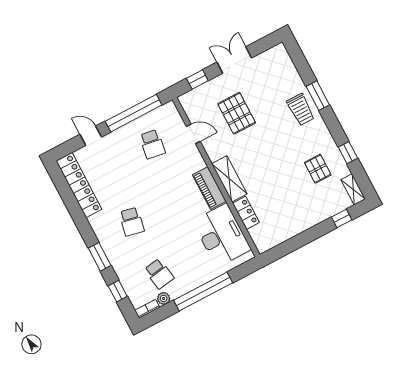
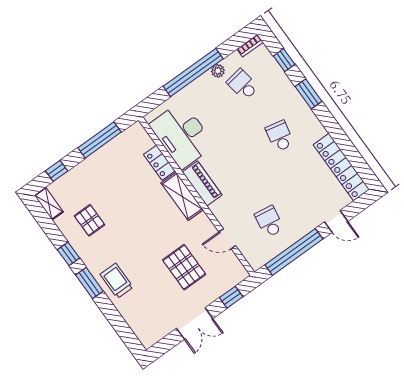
window: (318, 96) -> (89, 283), moved
window: (348, 153) -> (68, 254), moved
window: (298, 241) -> (100, 140), added
plant: (164, 298) -> (218, 71), moved

